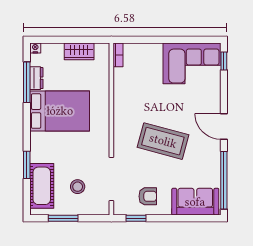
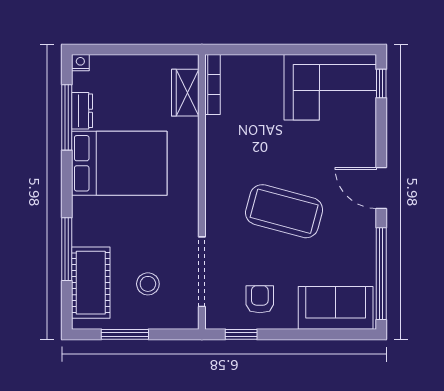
wardrobe: (79, 51) -> (185, 93), moved, turned 90
bookcase: (118, 55) -> (212, 85), width x1.56
window: (27, 165) -> (67, 249), width x1.44
armchair: (148, 196) -> (260, 299), turned -90

